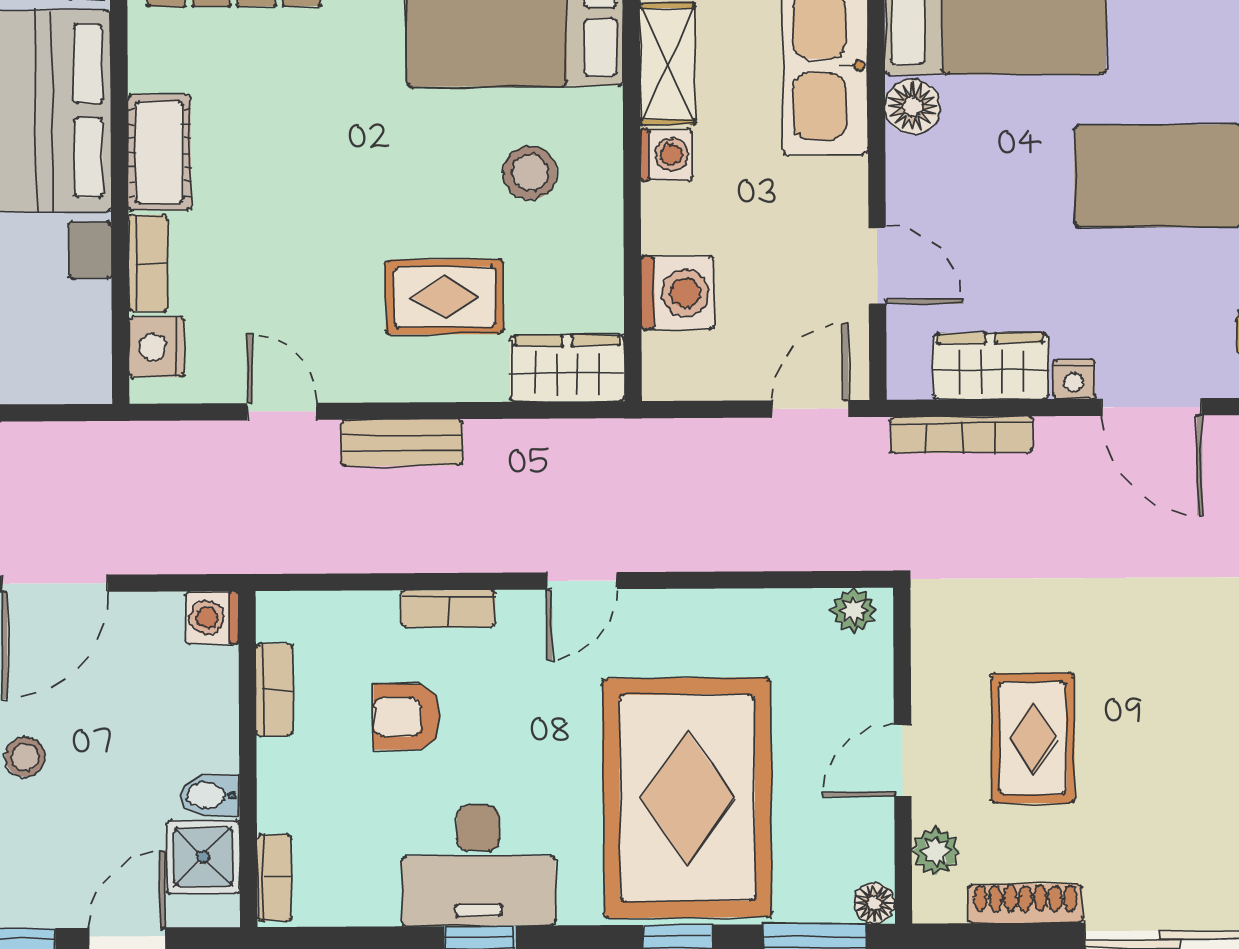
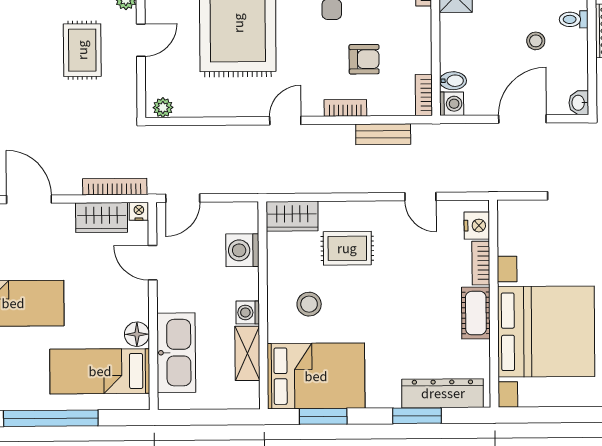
nightstand: (1074, 379) -> (139, 211), moved
bench: (402, 443) -> (383, 134), moved
bookcase: (274, 690) -> (424, 95), moved
bidet: (210, 796) -> (453, 81), moved

